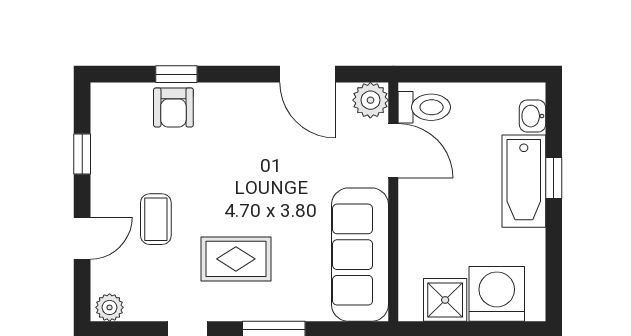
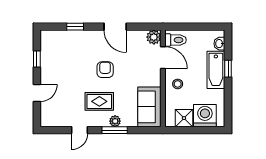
door: (307, 74) -> (115, 27), moved
armchair: (173, 107) -> (105, 70), moved, turned 180
stool: (429, 216) -> (178, 84), added
coffee table: (156, 219) -> (67, 85), removed
sofa: (360, 255) -> (149, 107), width x0.73
plant: (110, 307) -> (115, 121), moved

